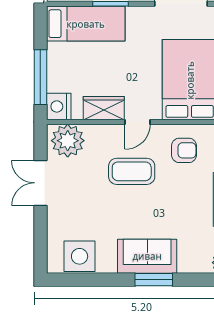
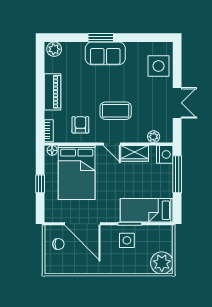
door: (137, 122) -> (112, 144), swing flipped
plant: (68, 141) -> (154, 137), width x0.53, depth x0.53
armchair: (184, 150) -> (80, 125), turned 90
side table: (80, 256) -> (159, 66), moved

